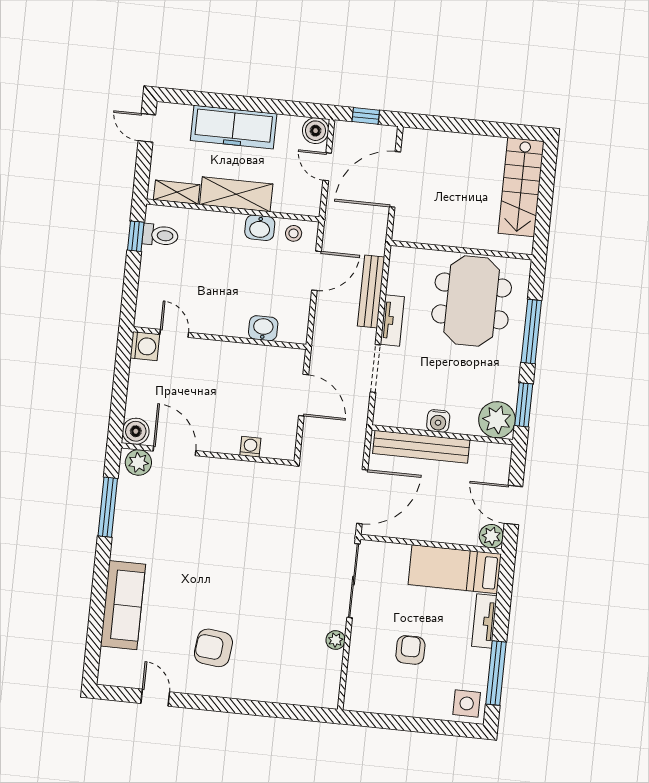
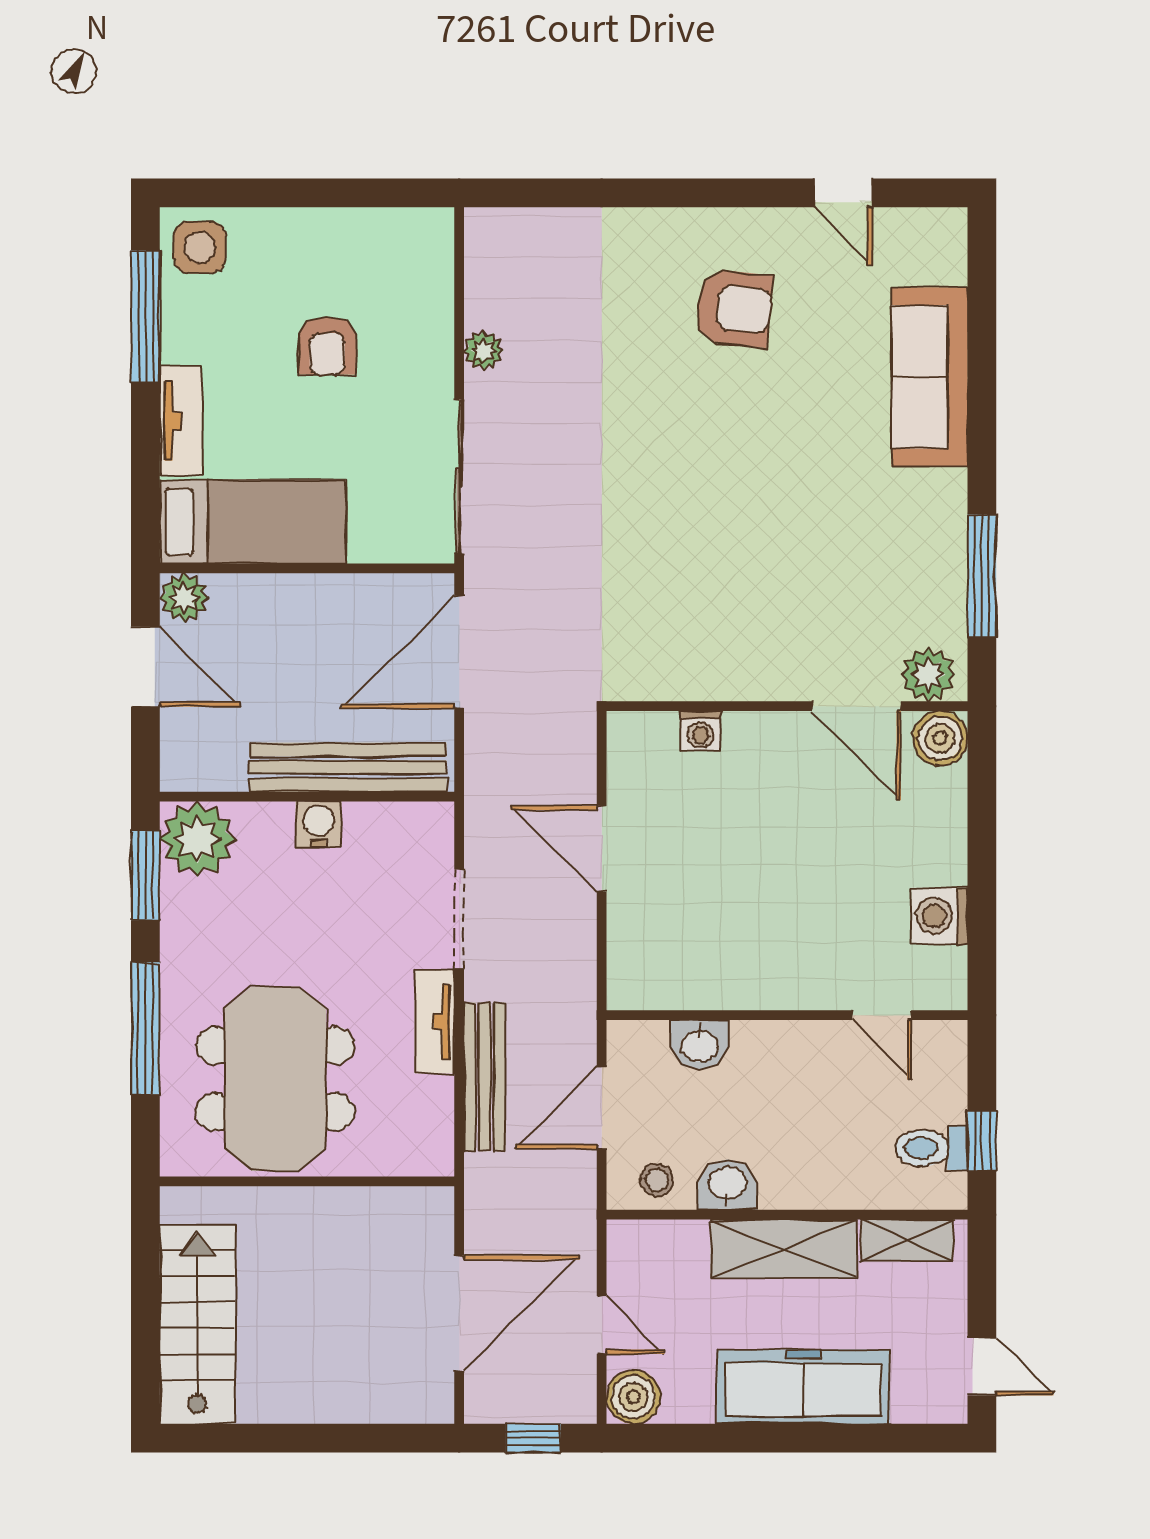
washbasin: (263, 328) -> (699, 1045), moved
door: (174, 333) -> (882, 1015), moved
wall: (220, 338) -> (787, 1015), moved

